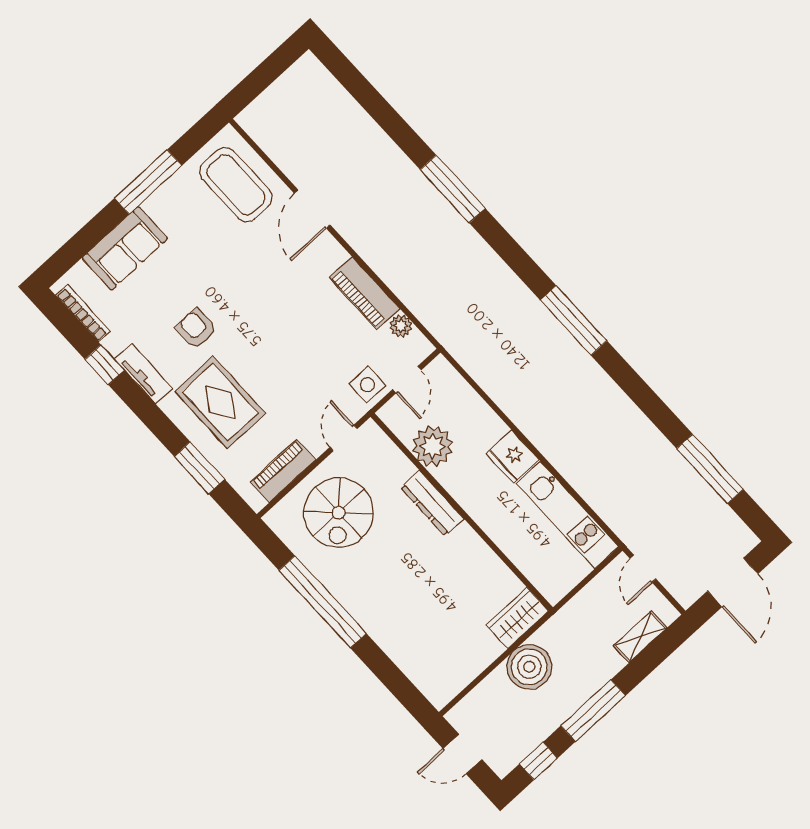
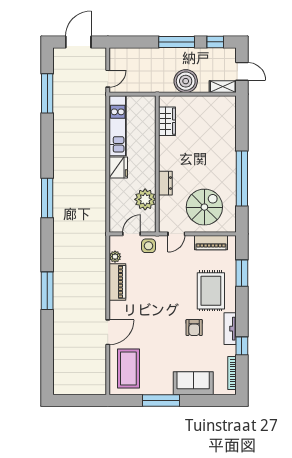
dresser: (432, 503) -> (165, 183), width x0.70
wardrobe: (518, 618) -> (167, 121), moved, turned -90
shelving: (640, 637) -> (223, 87), moved

